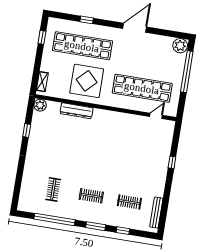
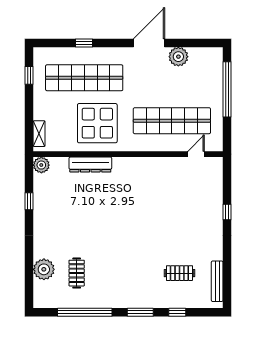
plant: (180, 46) -> (178, 57), moved
plant: (29, 183) -> (44, 269), added
clothes rail: (91, 196) -> (128, 273), removed

